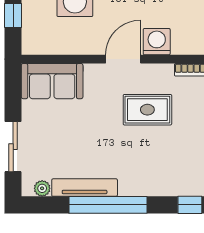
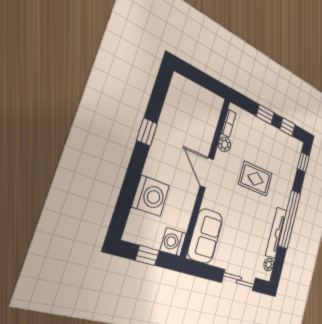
washing machine: (157, 42) -> (173, 242), moved
plant: (164, 72) -> (225, 144), added
rug: (147, 110) -> (255, 179), moved, turned 90

